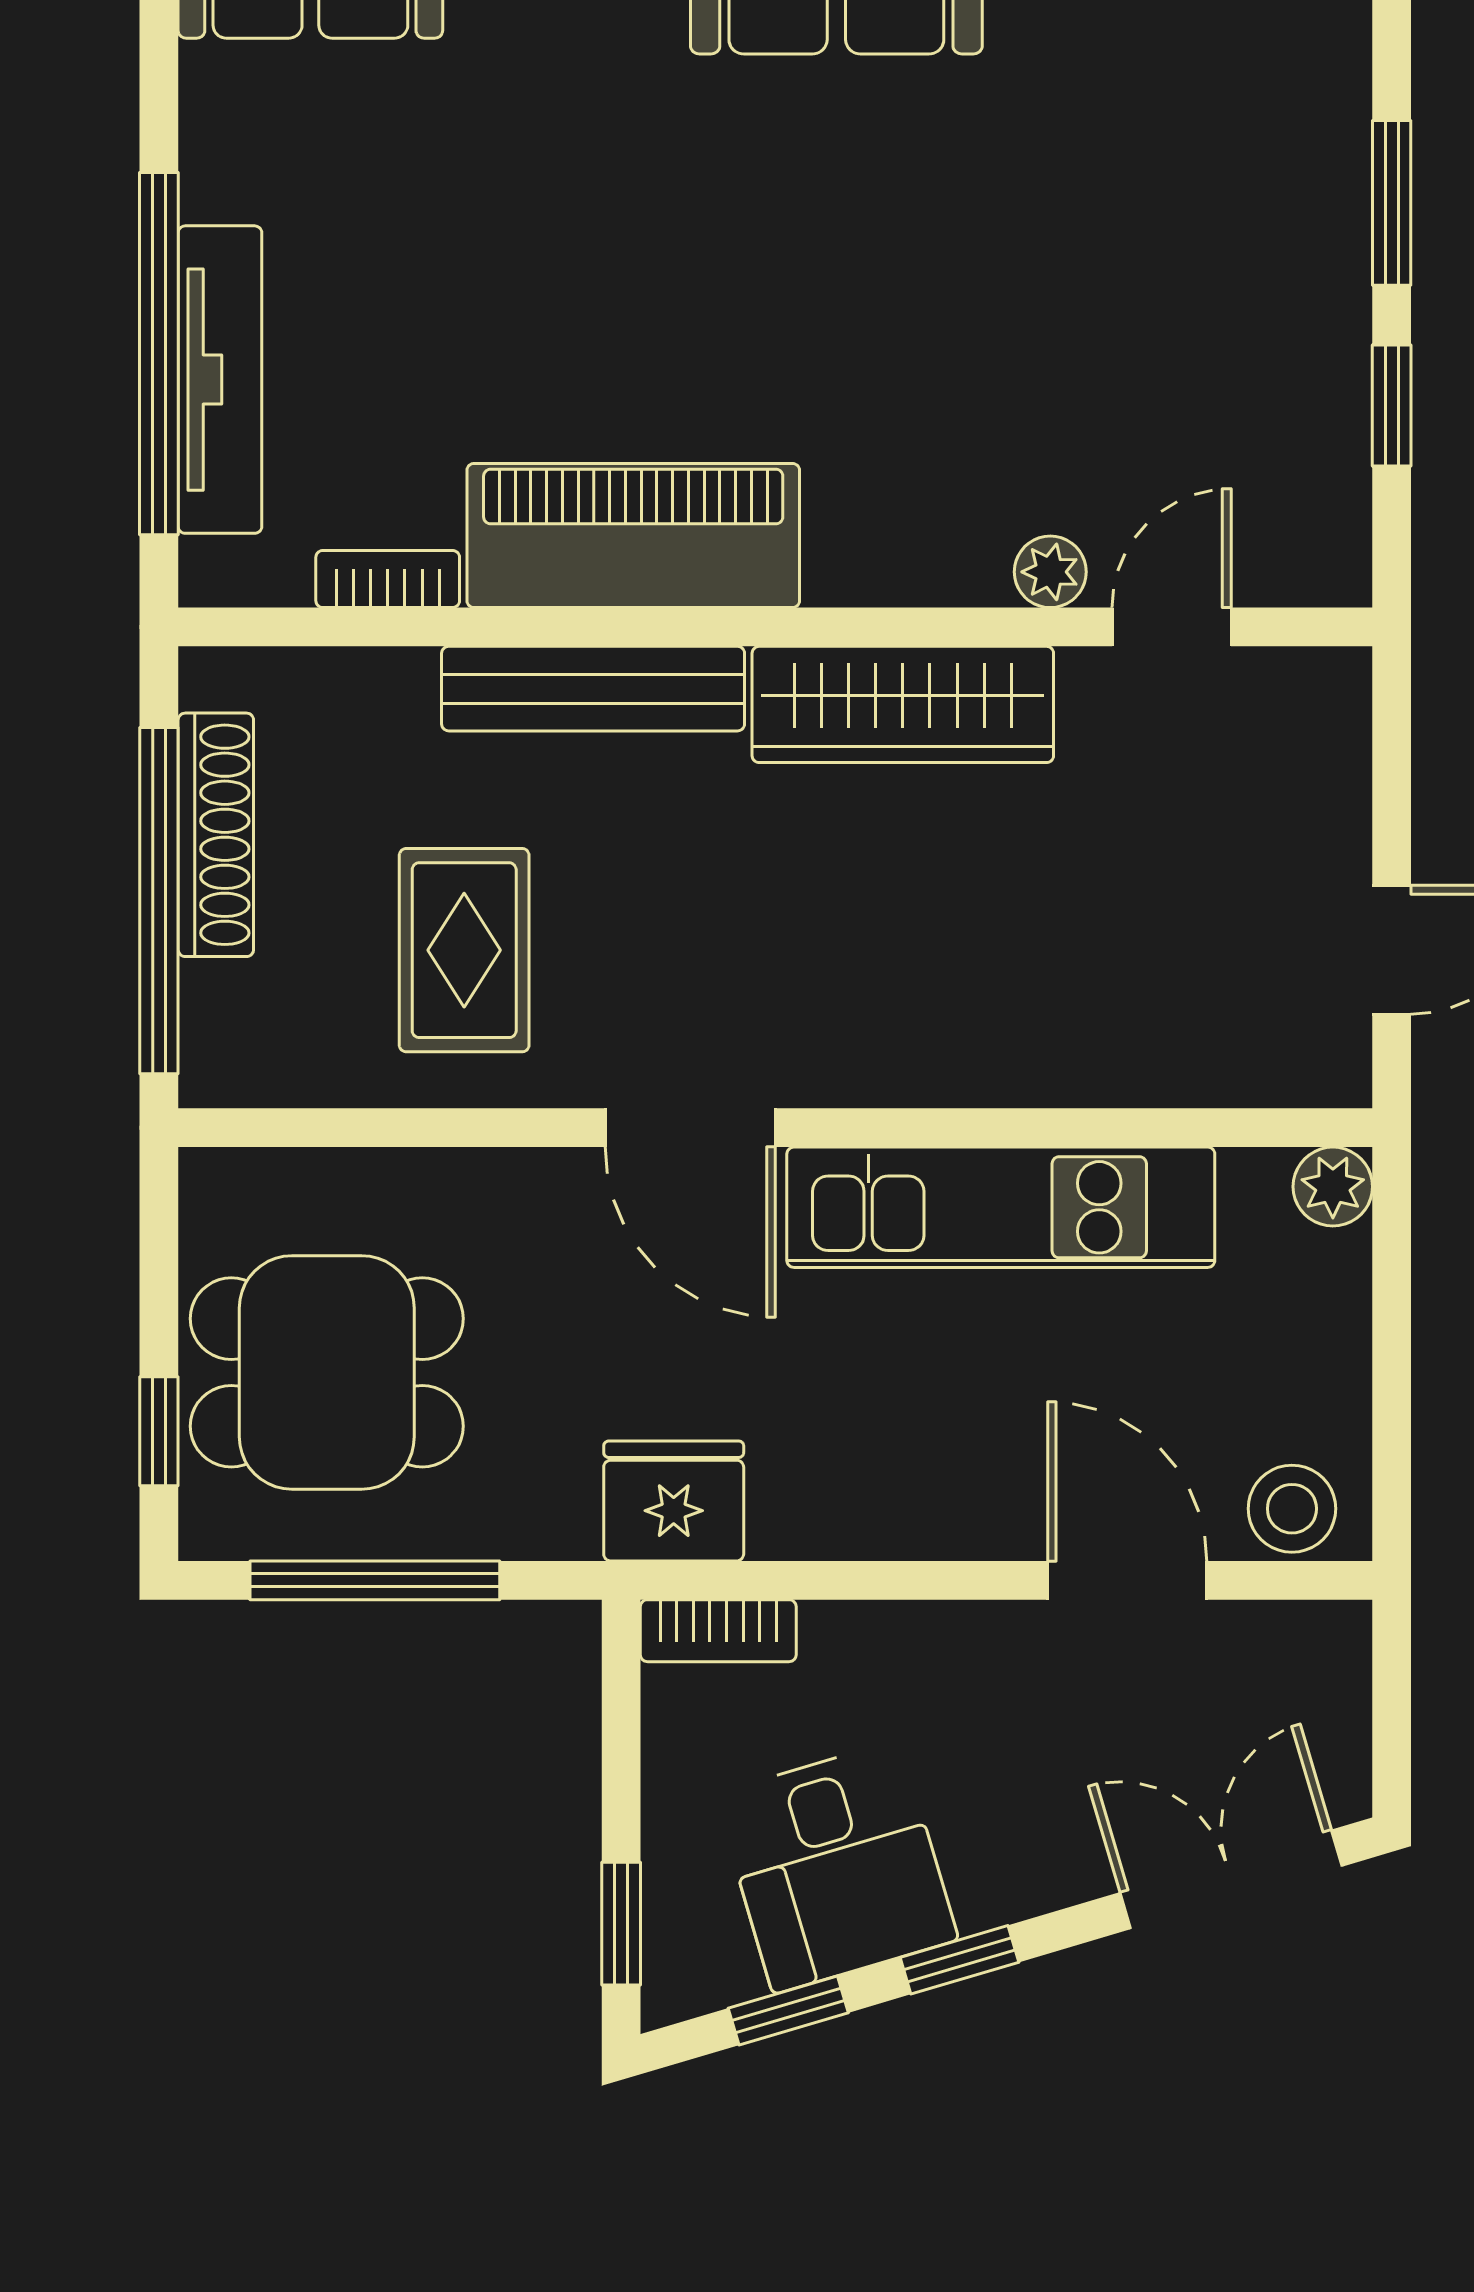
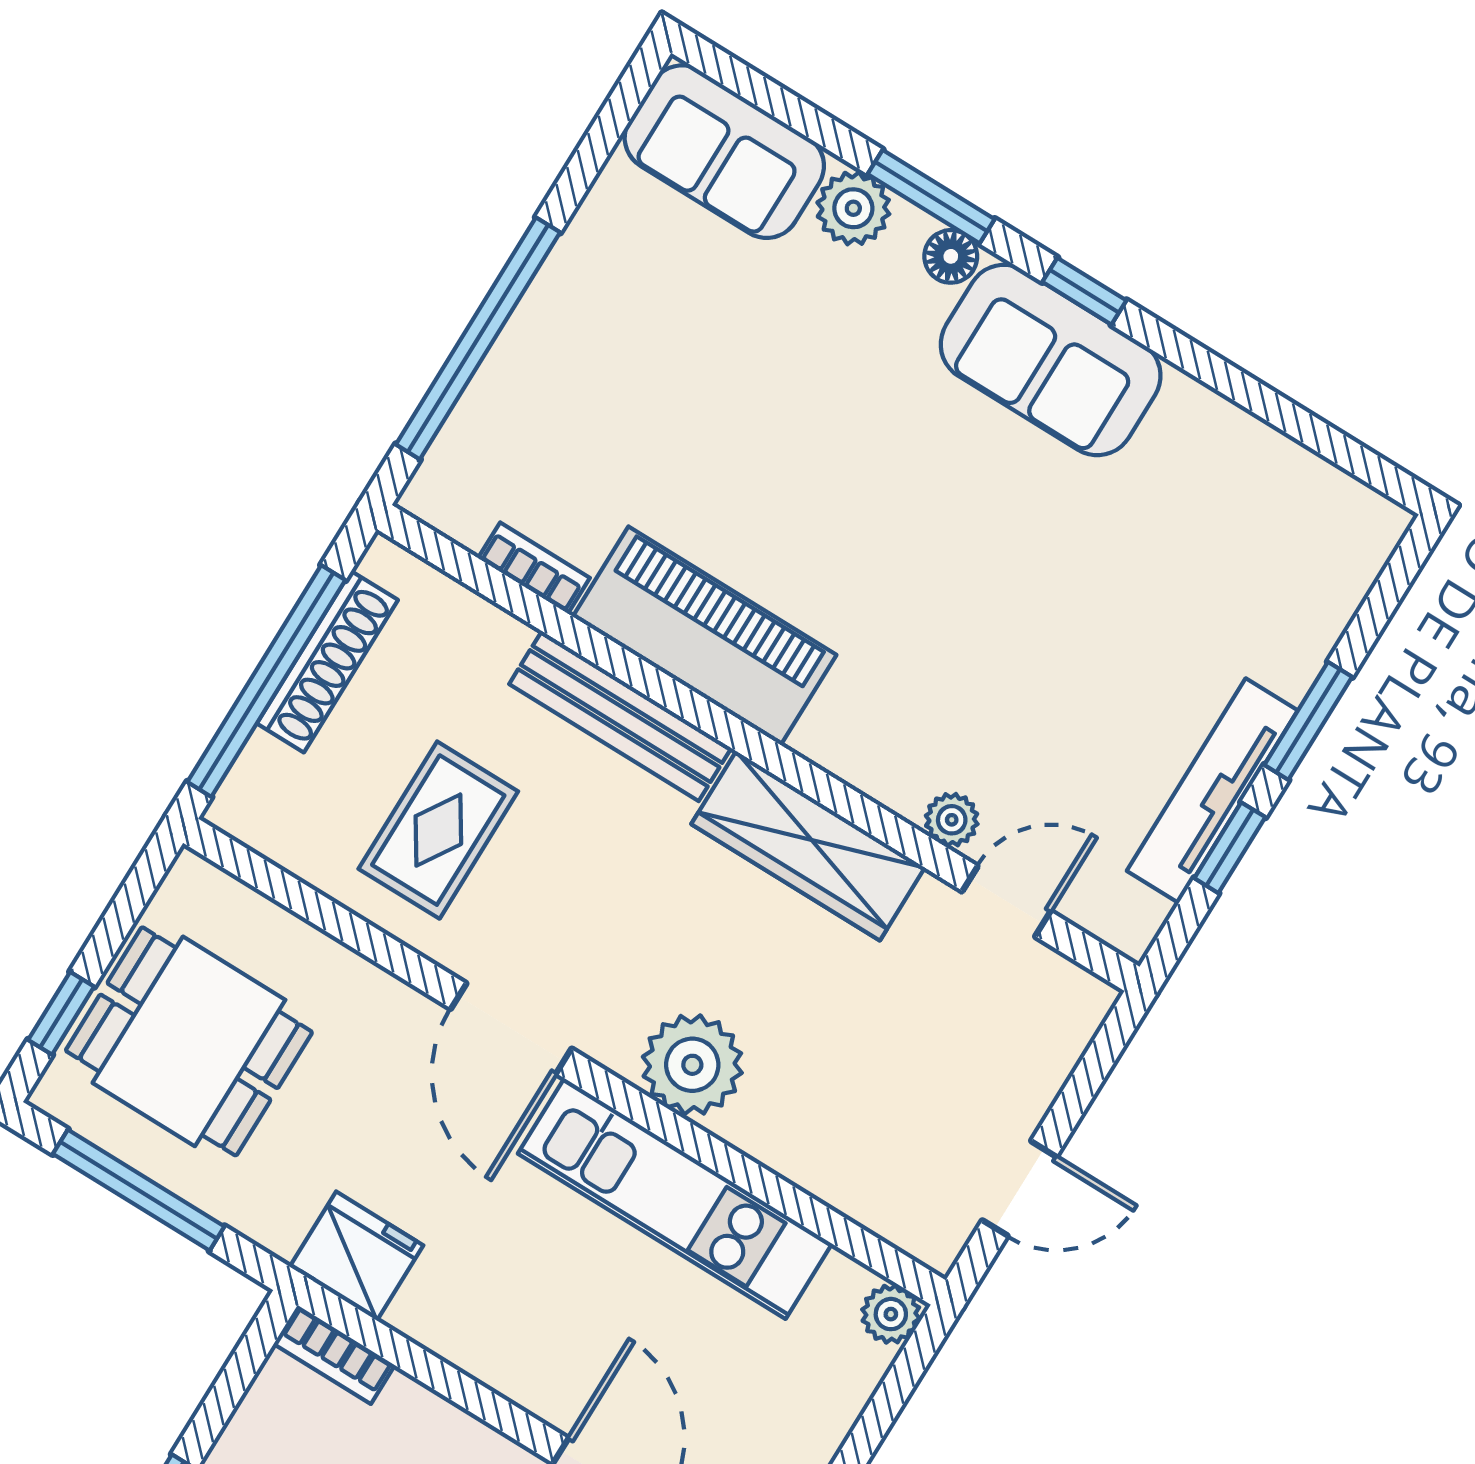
tv unit: (220, 380) -> (1212, 791), moved, turned 180
plant: (925, 1040) -> (692, 1065), added

